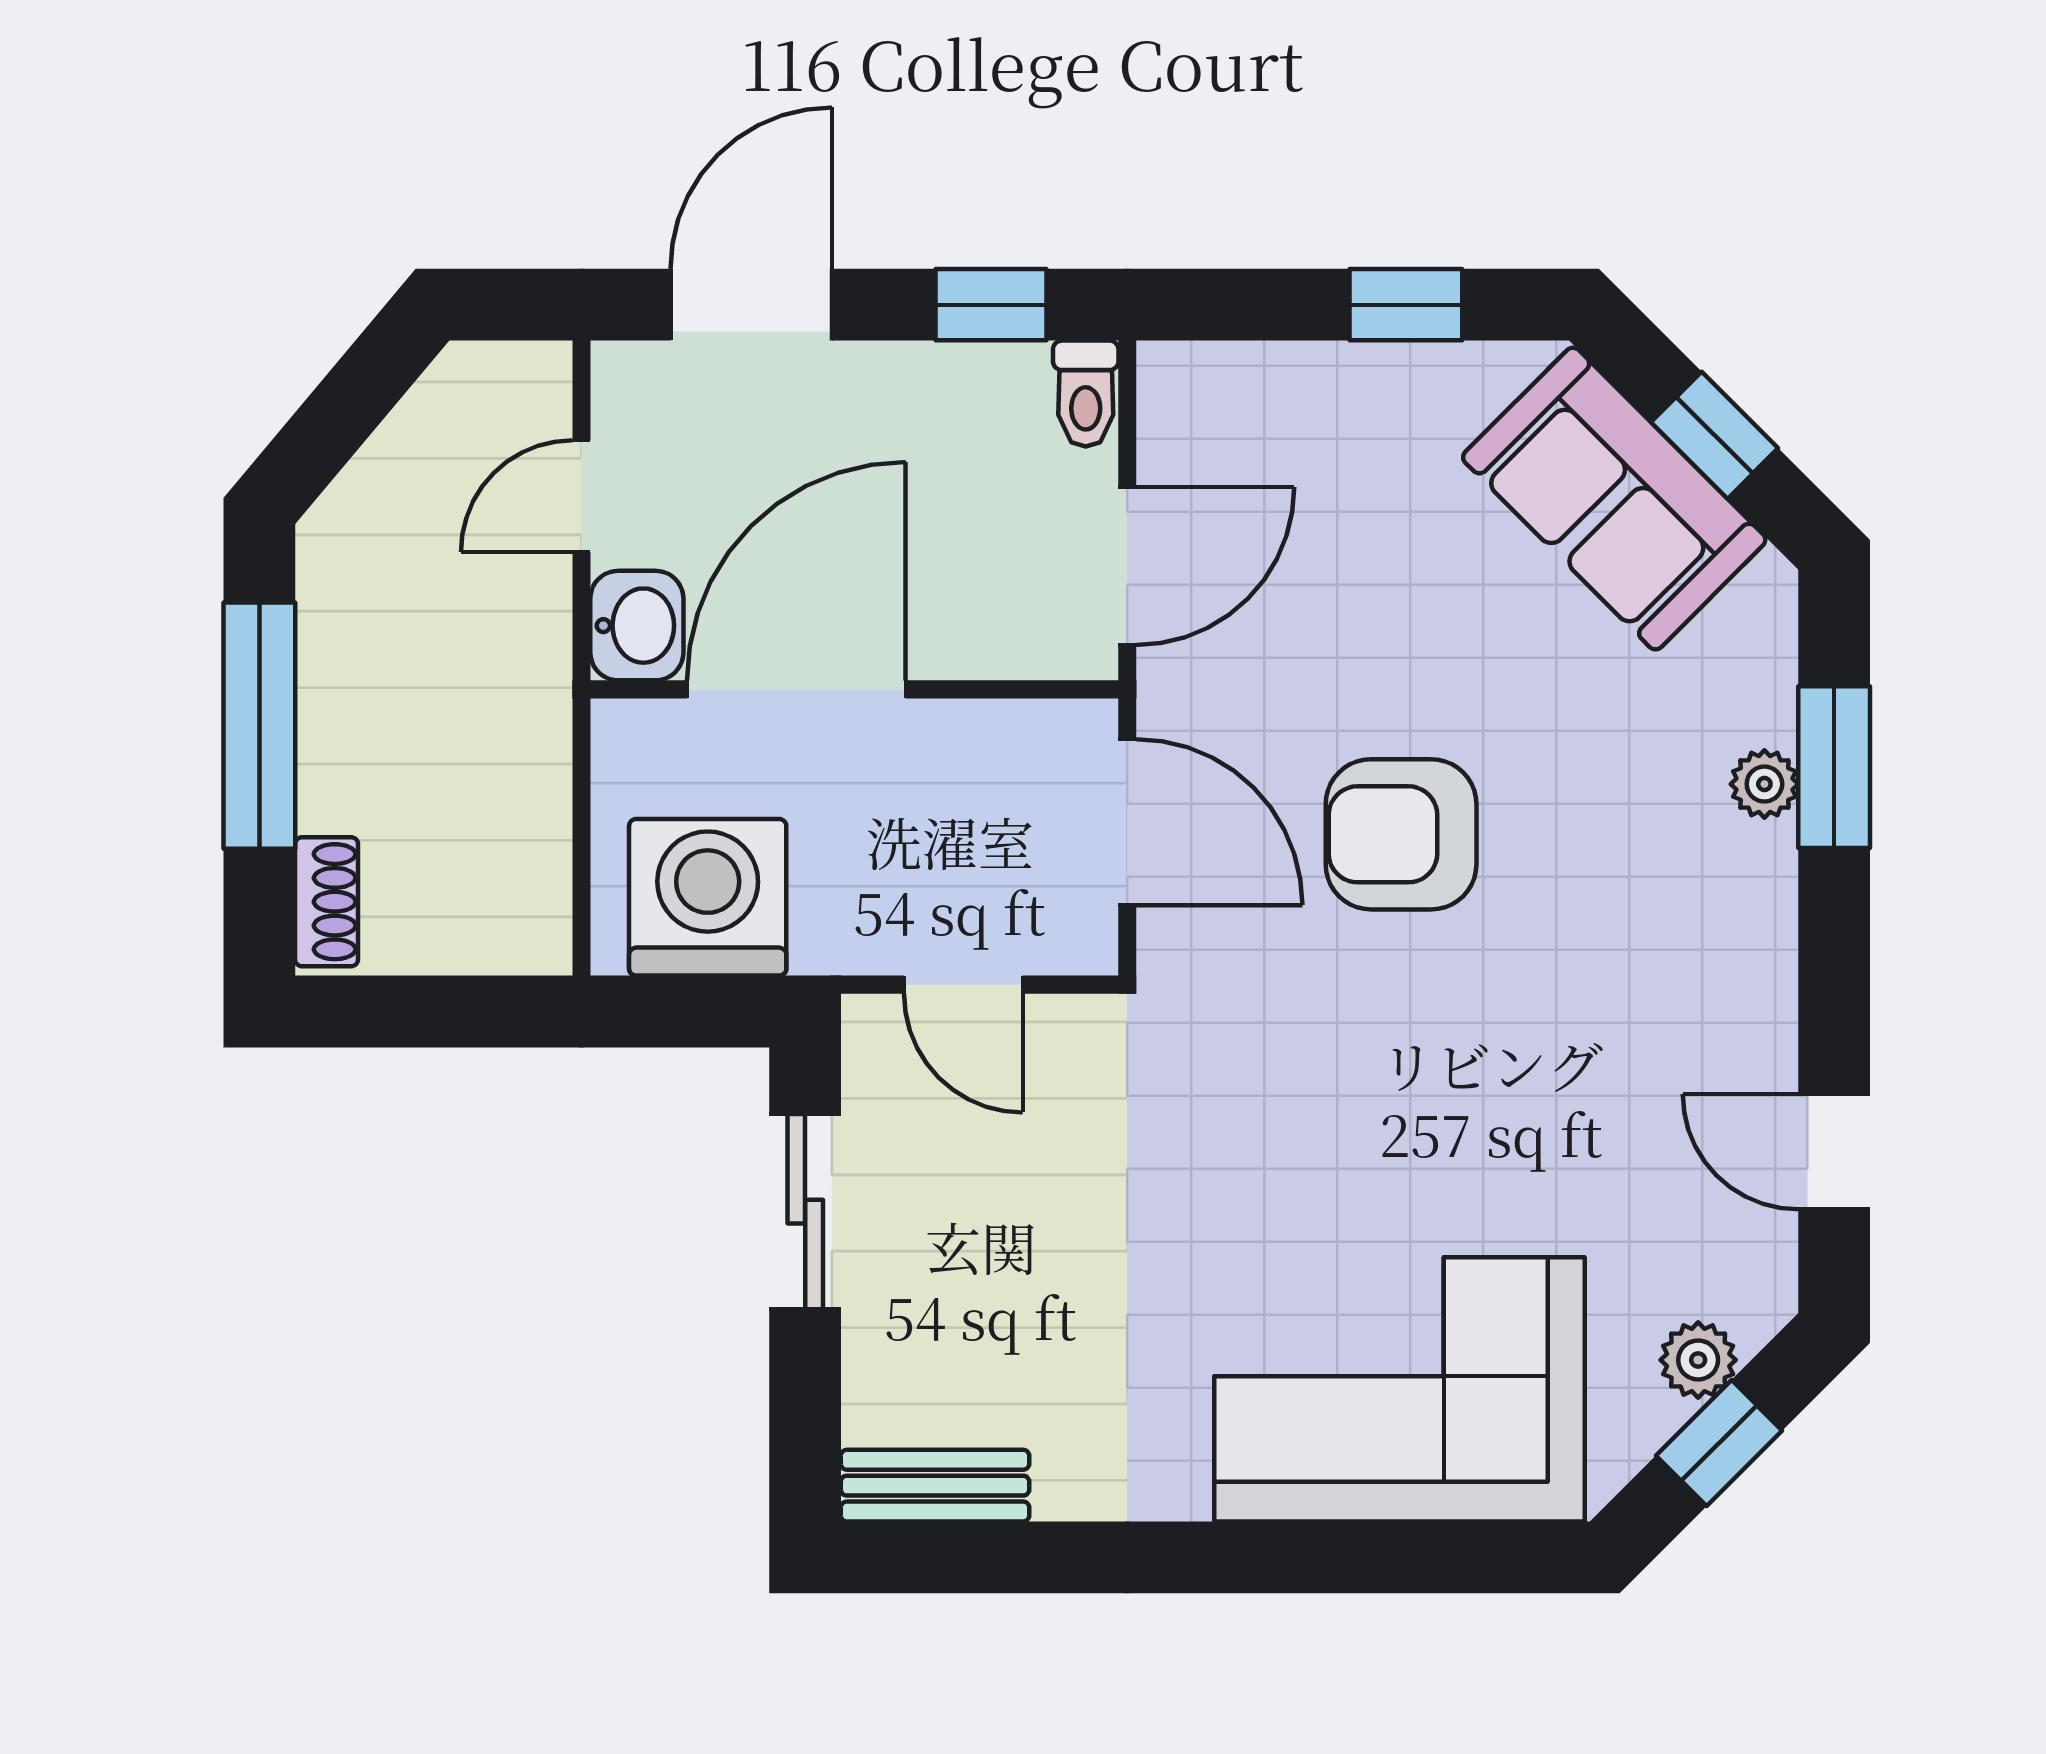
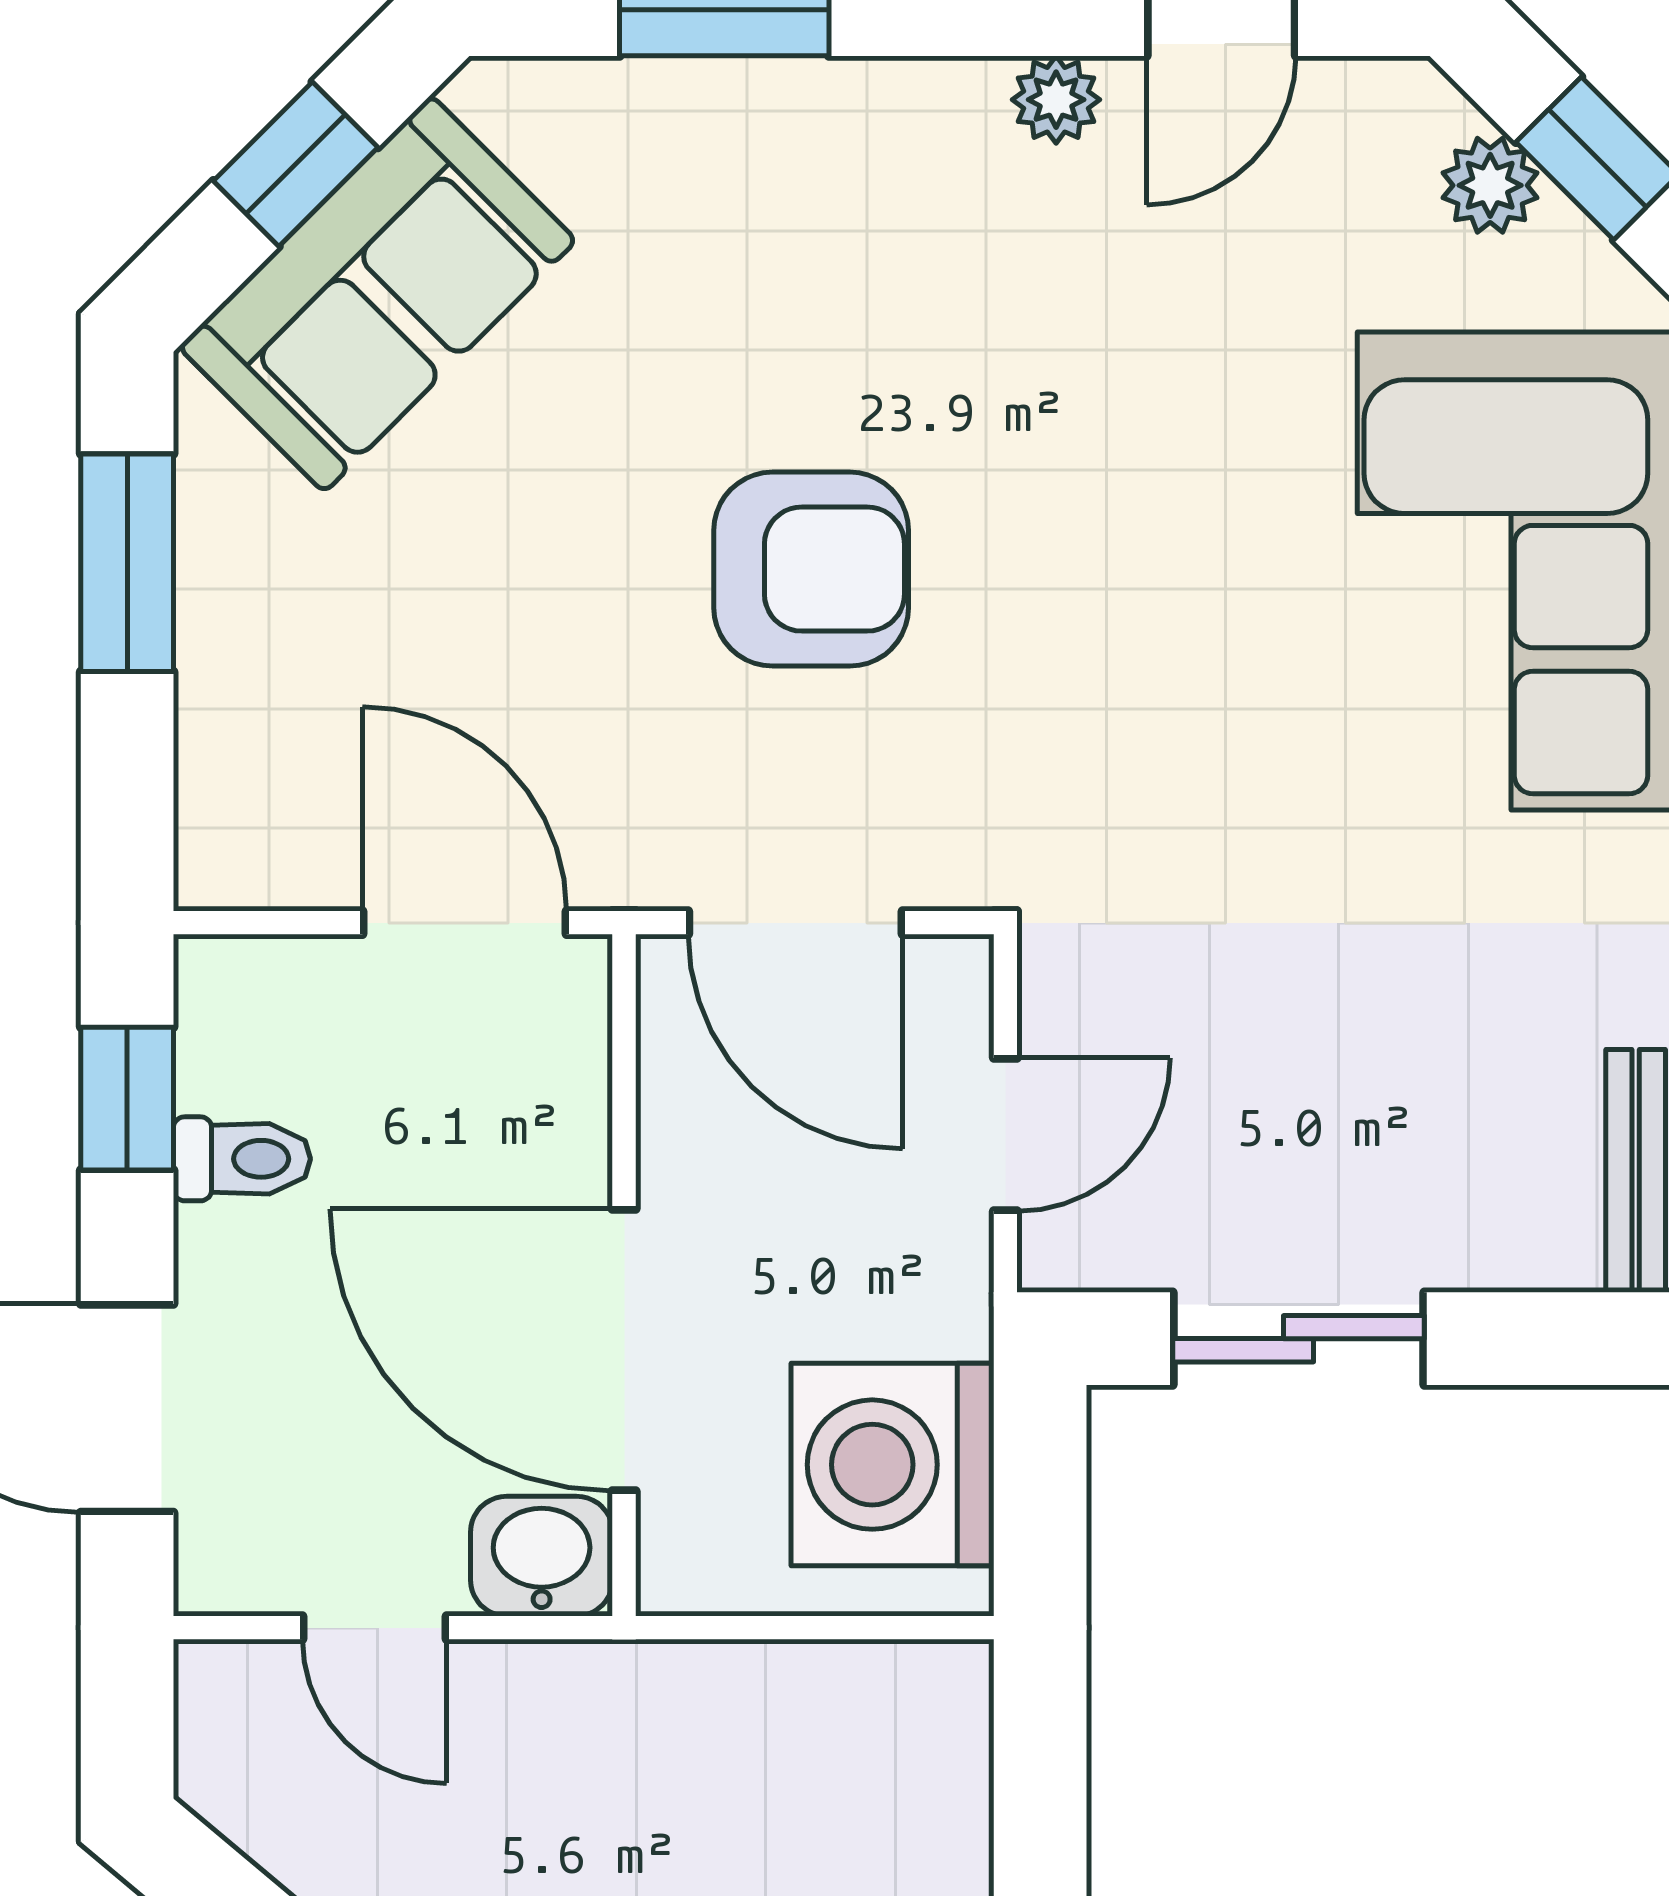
window: (1406, 305) -> (127, 563), width x1.50
toilet: (1086, 394) -> (242, 1159), moved
plant: (1764, 784) -> (1056, 100), moved
door: (1127, 822) -> (795, 923), swing flipped
armchair: (1401, 834) -> (811, 569), turned -90

